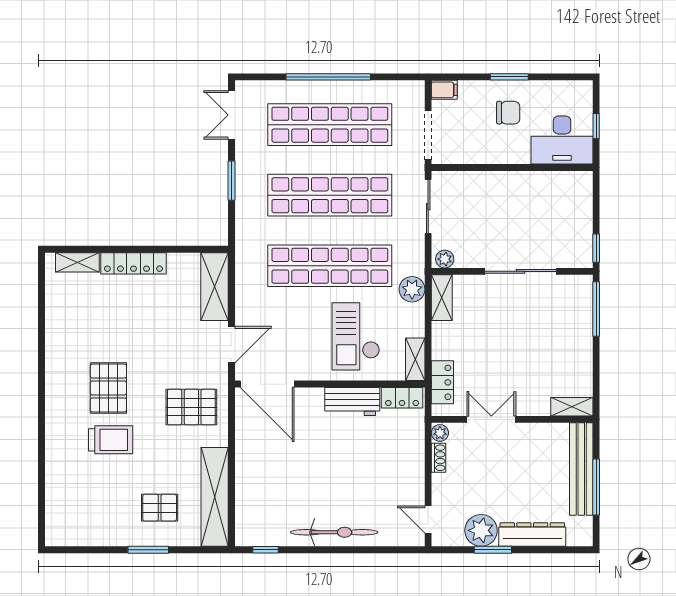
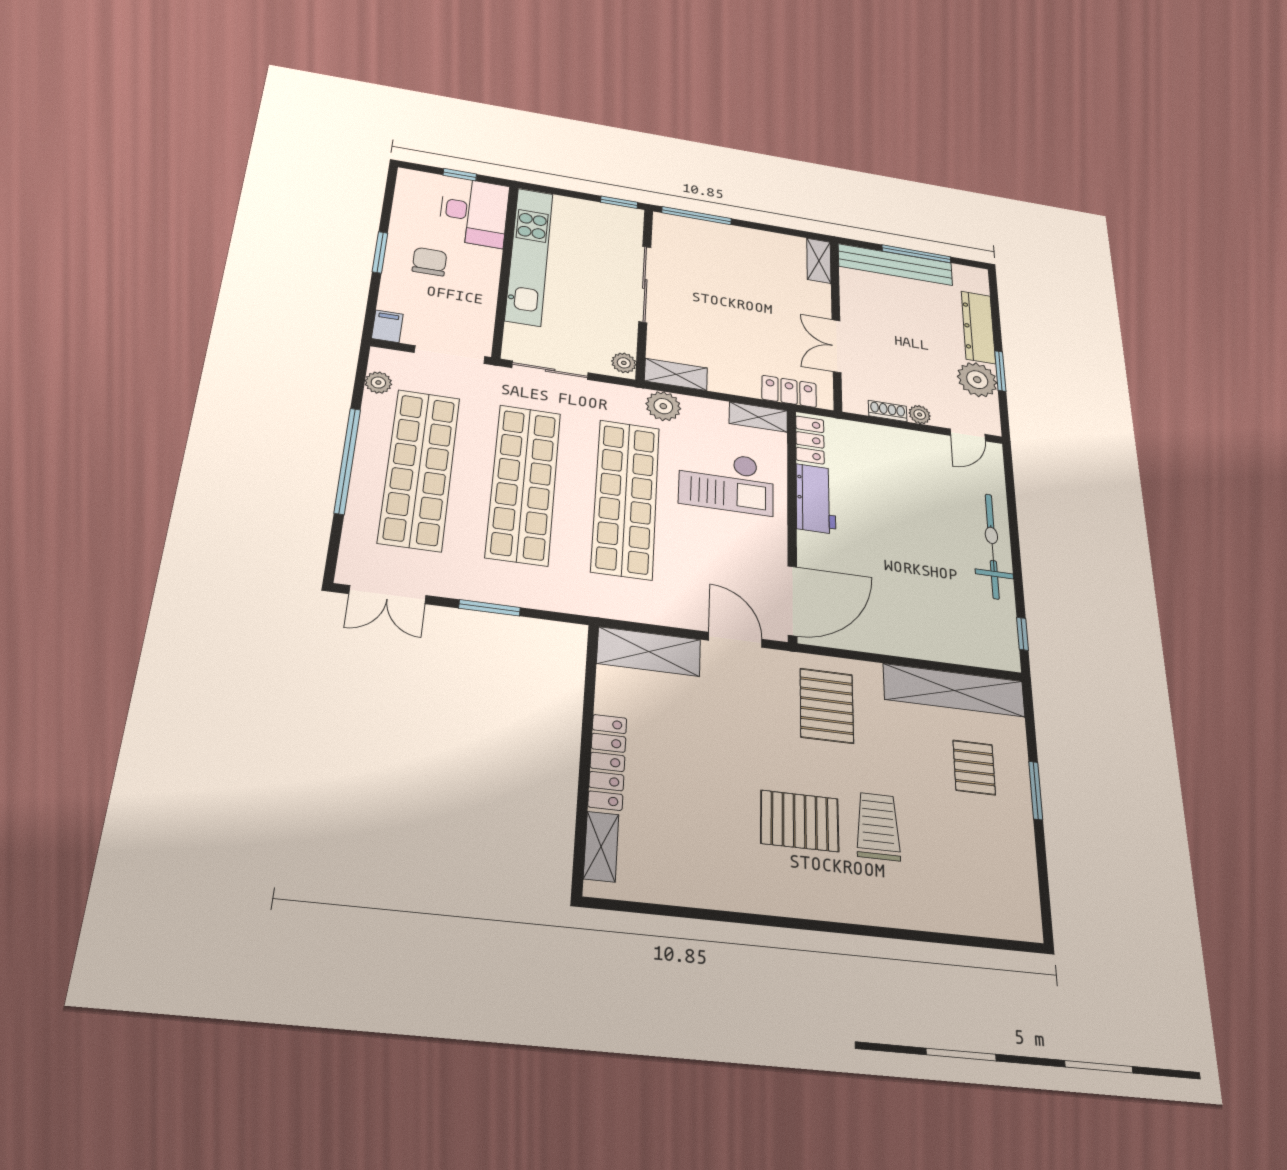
plant: (395, 89) -> (378, 383), added
kitchen unit: (529, 184) -> (529, 256), added
plant: (440, 433) -> (920, 415), moved

